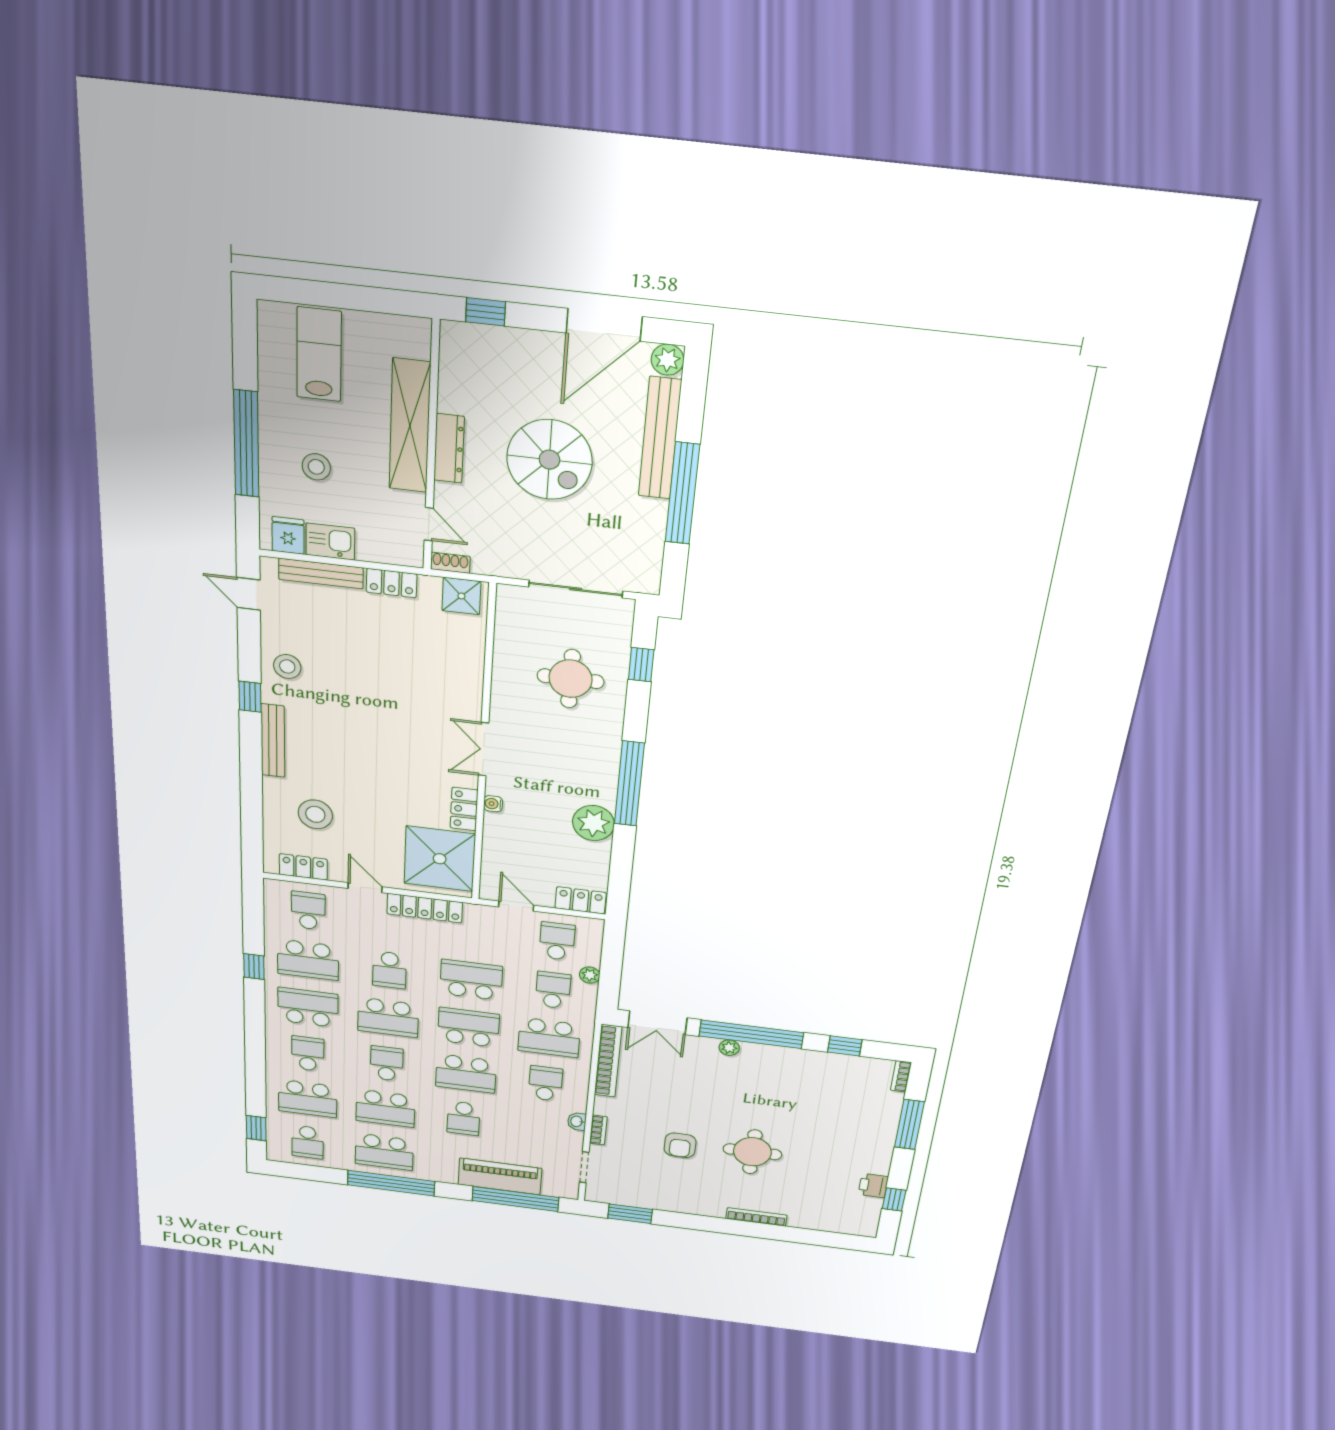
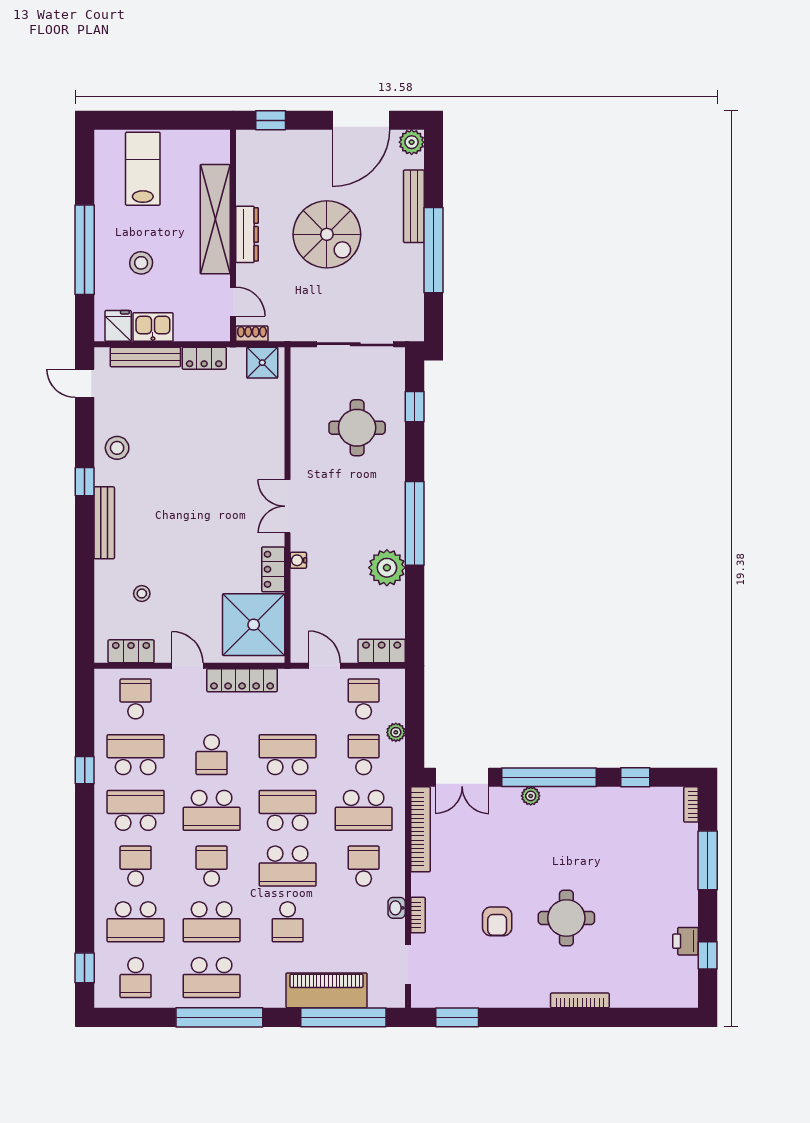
bench: (660, 438) -> (414, 206), width x0.73, depth x0.82
stool: (315, 814) -> (142, 594), width x0.53, depth x0.53
school desk: (308, 960) -> (136, 755), turned 180

